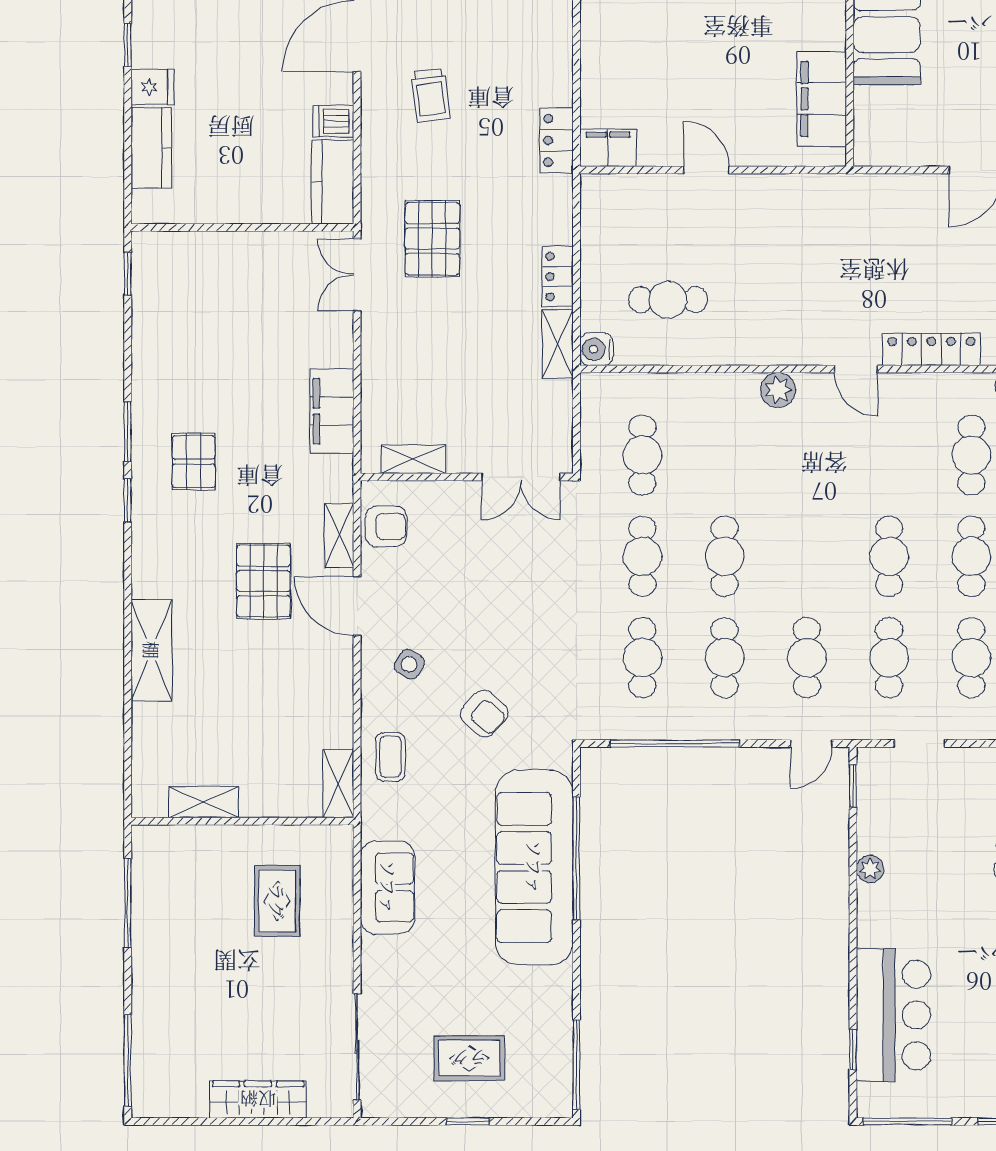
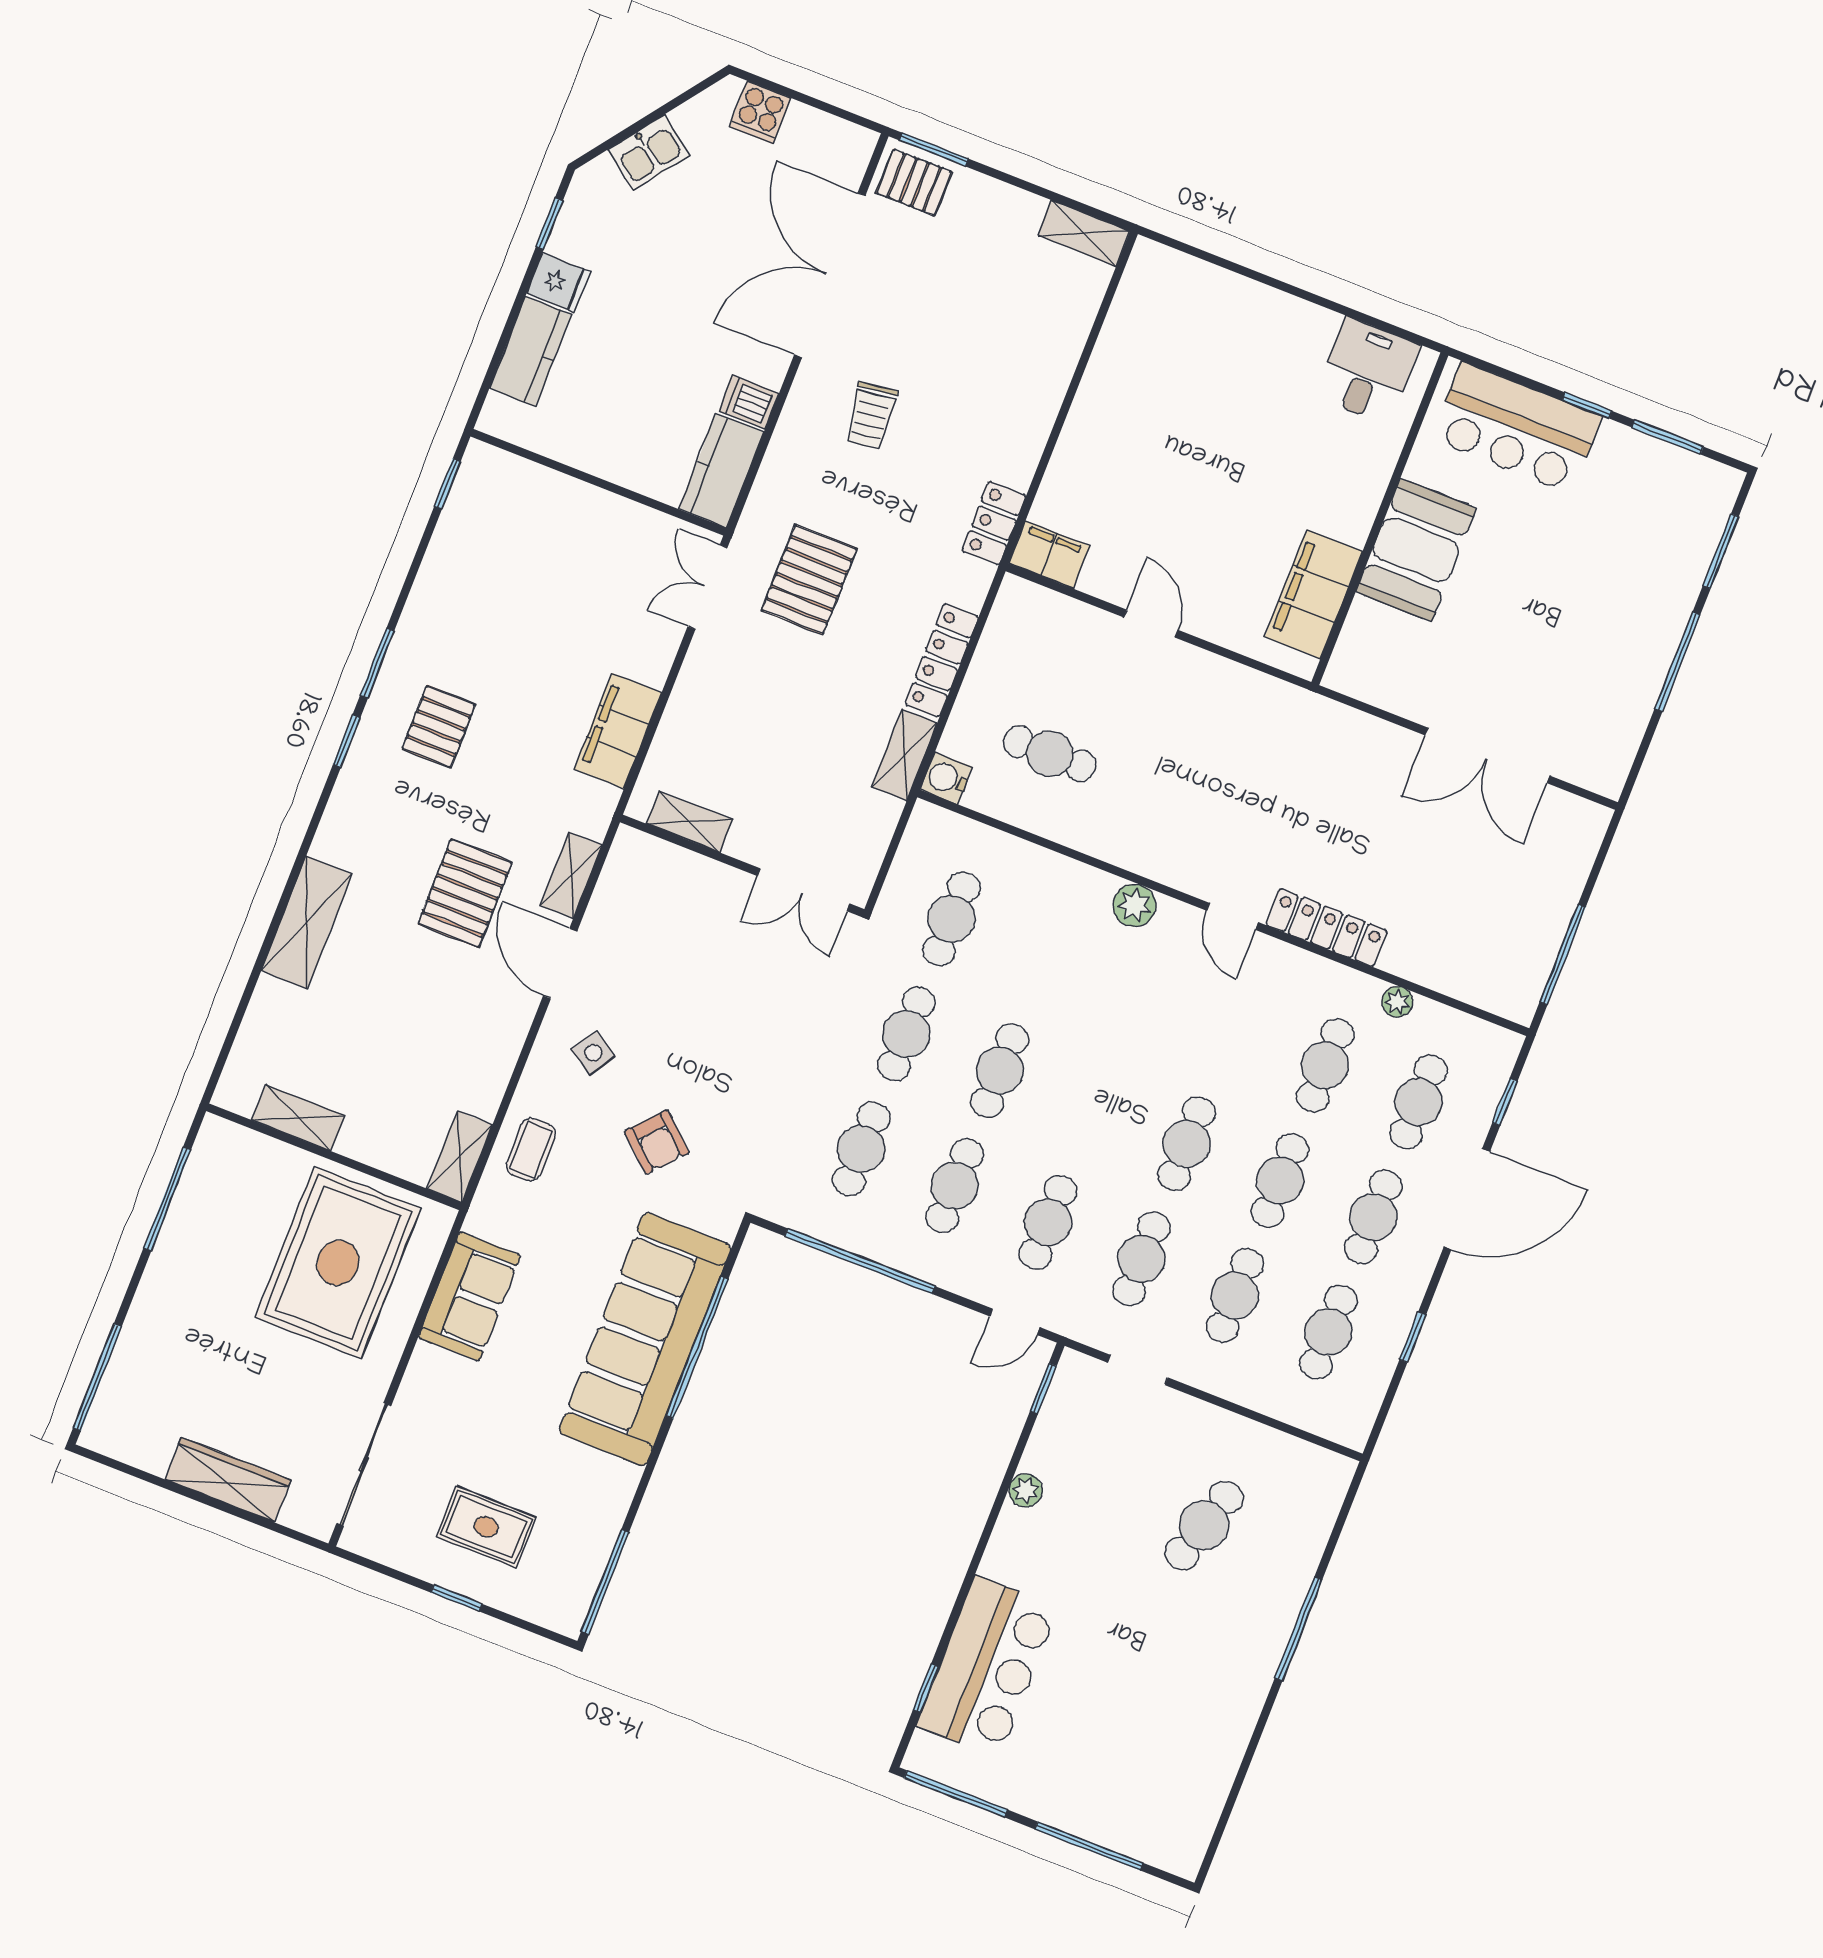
locker: (558, 277) -> (942, 660), width x1.53
armchair: (386, 526) -> (628, 886), removed
rug: (277, 901) -> (338, 1263), width x1.86, depth x2.06

